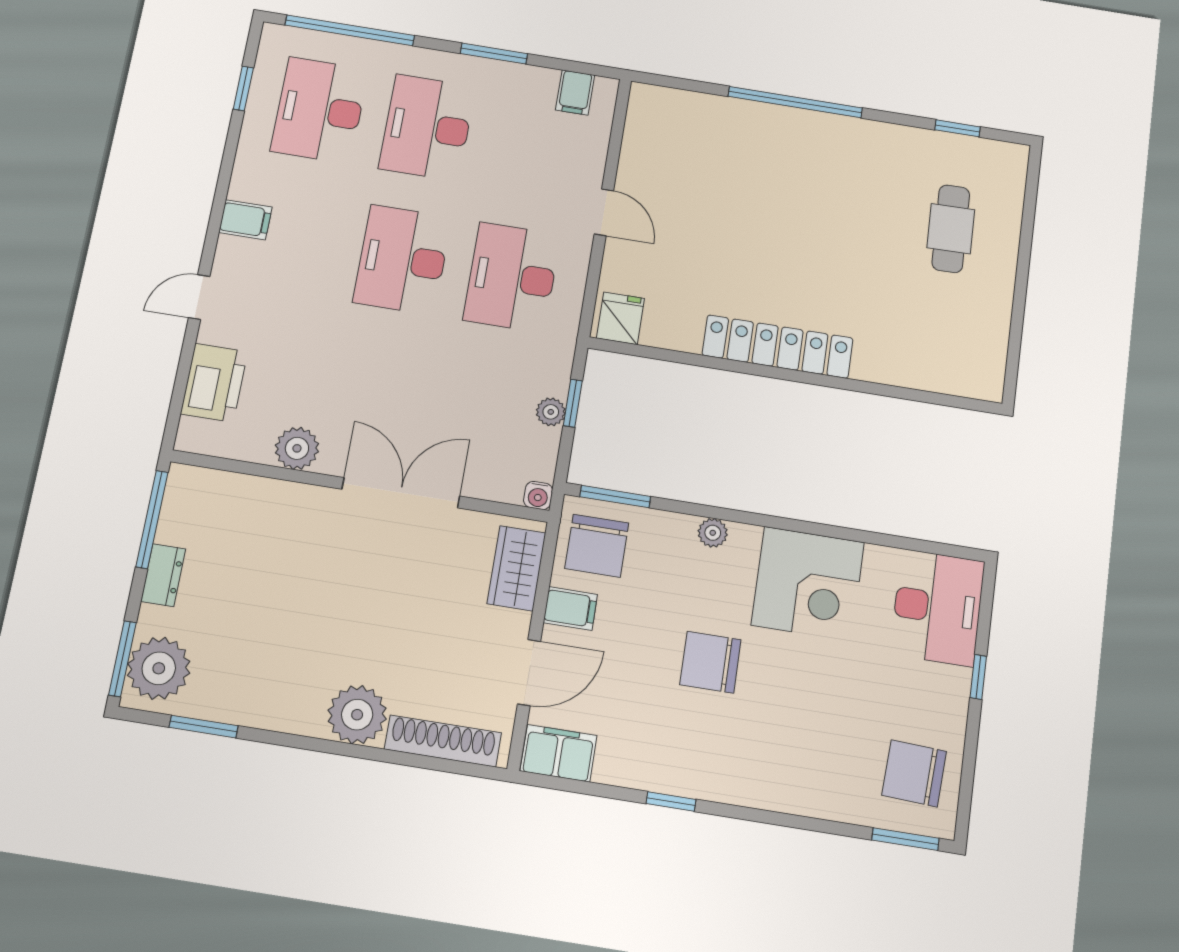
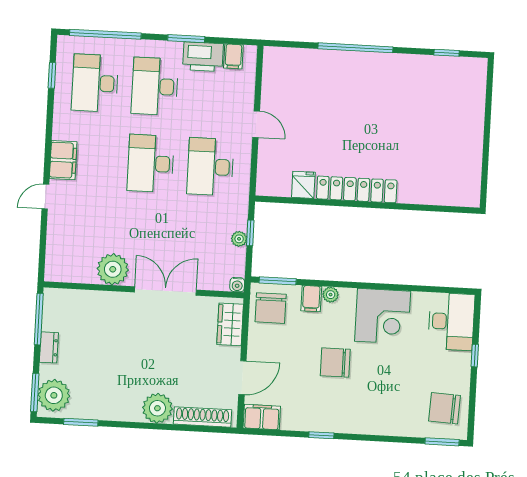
filing cabinet: (245, 220) -> (63, 160), width x2.00
cafe table: (951, 229) -> (446, 112), removed
fridge: (620, 318) -> (303, 185), moved
printer: (214, 383) -> (203, 57), moved, turned 90
plant: (297, 448) -> (113, 269), width x1.36, depth x1.36
filing cabinet: (570, 608) -> (311, 299), moved, turned 90

